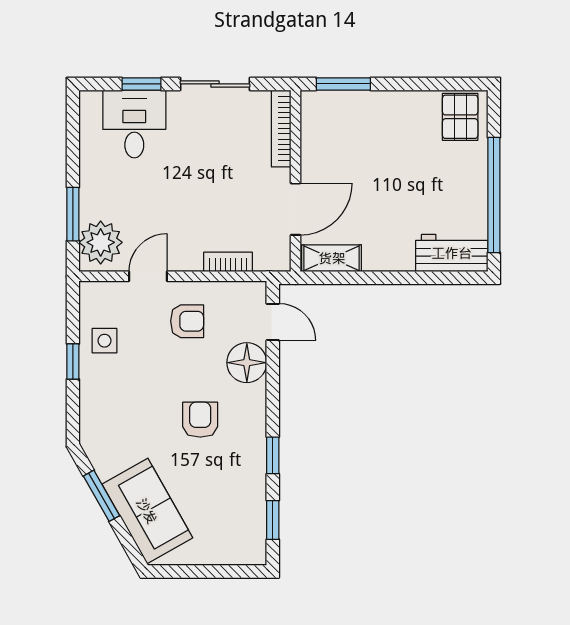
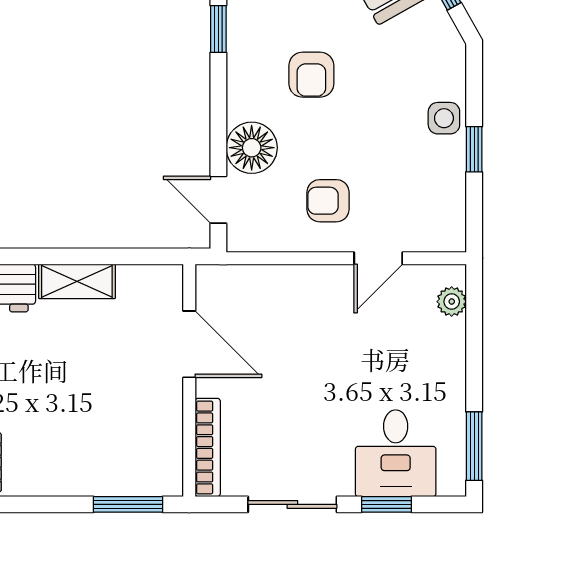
door: (295, 209) -> (189, 344), swing flipped
window: (73, 214) -> (474, 446), moved
plant: (101, 242) -> (452, 302), width x0.53, depth x0.53
shelving: (332, 258) -> (77, 281), moved
bookcase: (228, 262) -> (276, 277), removed
side table: (104, 341) -> (444, 118), moved

